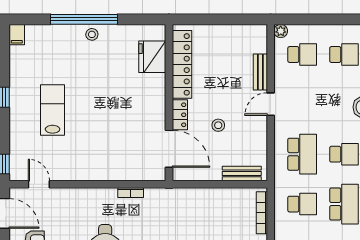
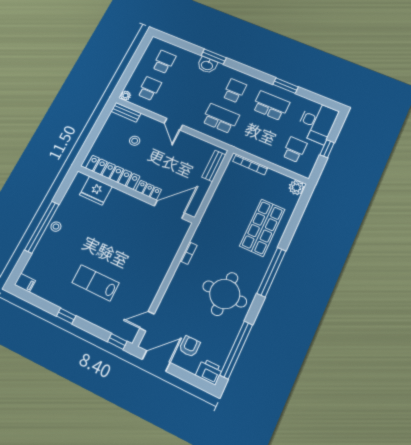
bench: (260, 72) -> (126, 112), moved
stool: (218, 125) -> (135, 141), moved
school desk: (302, 204) -> (257, 134), removed

